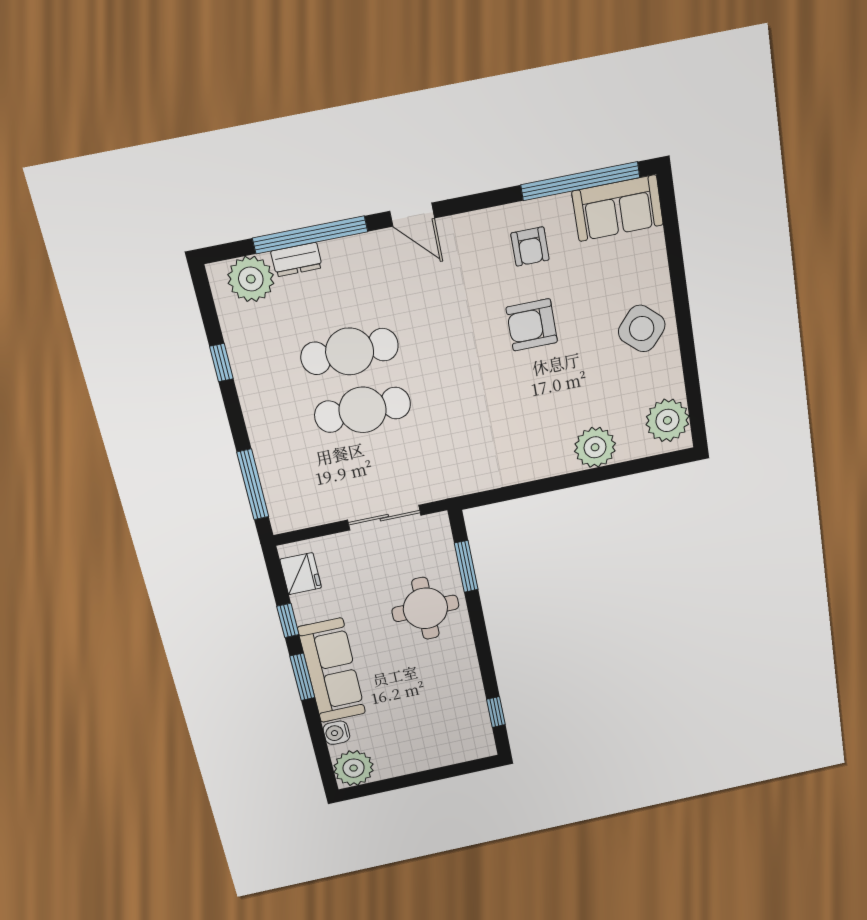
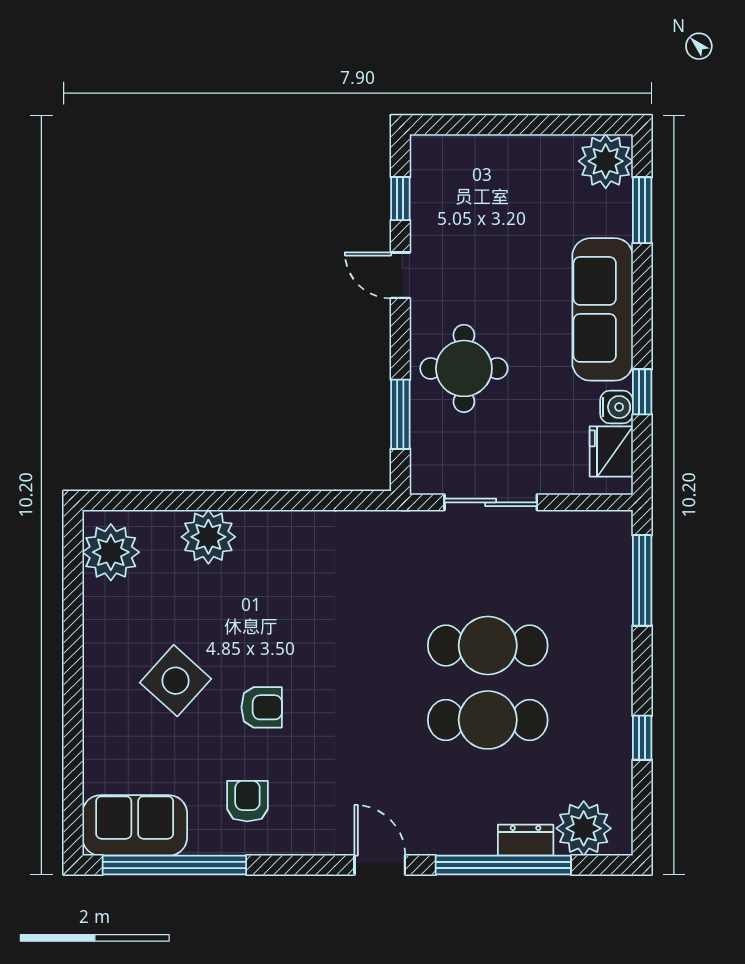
armchair: (532, 325) -> (262, 707), width x0.72, depth x0.72
side table: (642, 328) -> (176, 681), moved
door: (486, 661) -> (400, 275), added
window: (302, 677) -> (642, 210), moved
water cooler: (336, 733) -> (616, 407), moved

